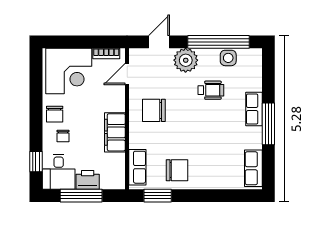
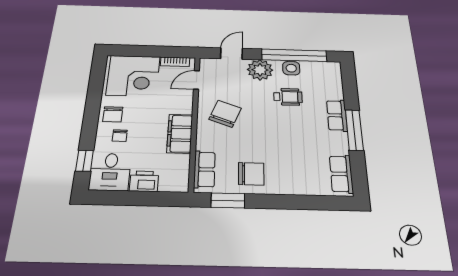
side table: (228, 58) -> (291, 68), moved
chair: (154, 110) -> (225, 114), turned 111
window: (81, 196) -> (135, 198), removed

